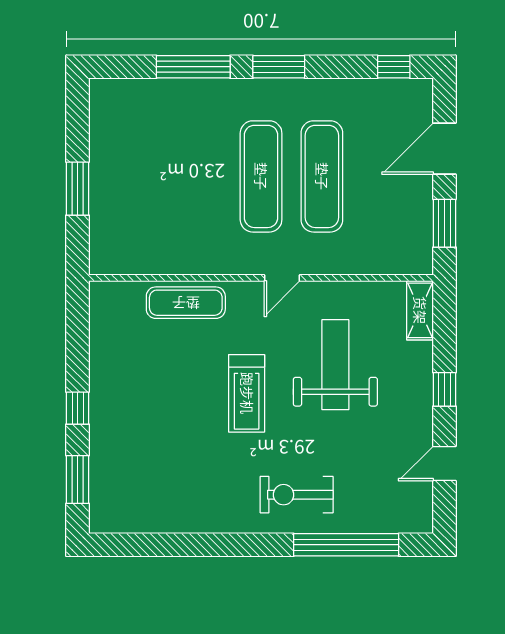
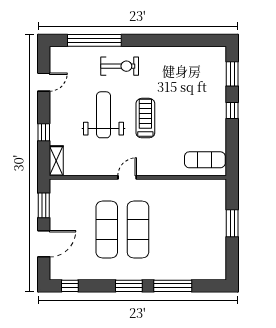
exercise mat: (186, 303) -> (205, 160), moved
weight bench: (335, 365) -> (103, 115), moved, turned 180
window: (444, 389) -> (44, 132), moved

